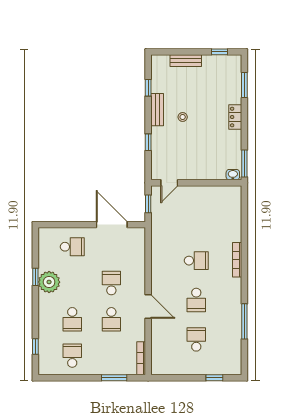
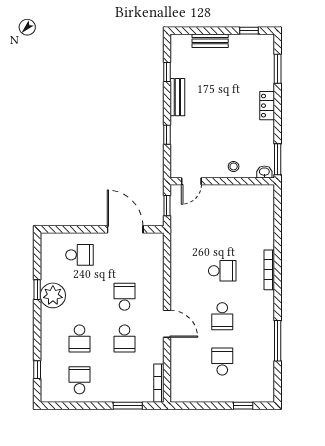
stool: (183, 117) -> (234, 166), moved

